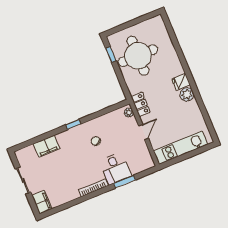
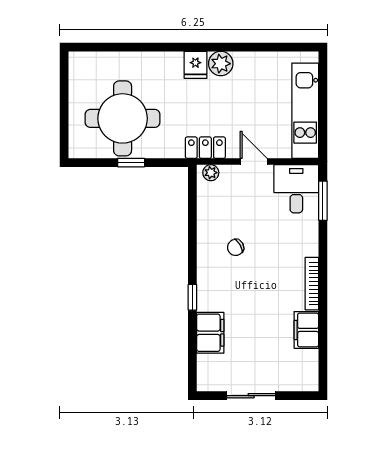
window: (111, 55) -> (131, 163), moved
window: (73, 124) -> (192, 297), moved
desk: (115, 168) -> (296, 189), moved, turned -90
window: (124, 182) -> (323, 201), moved
filing cabinet: (42, 202) -> (306, 330), moved, turned -90

